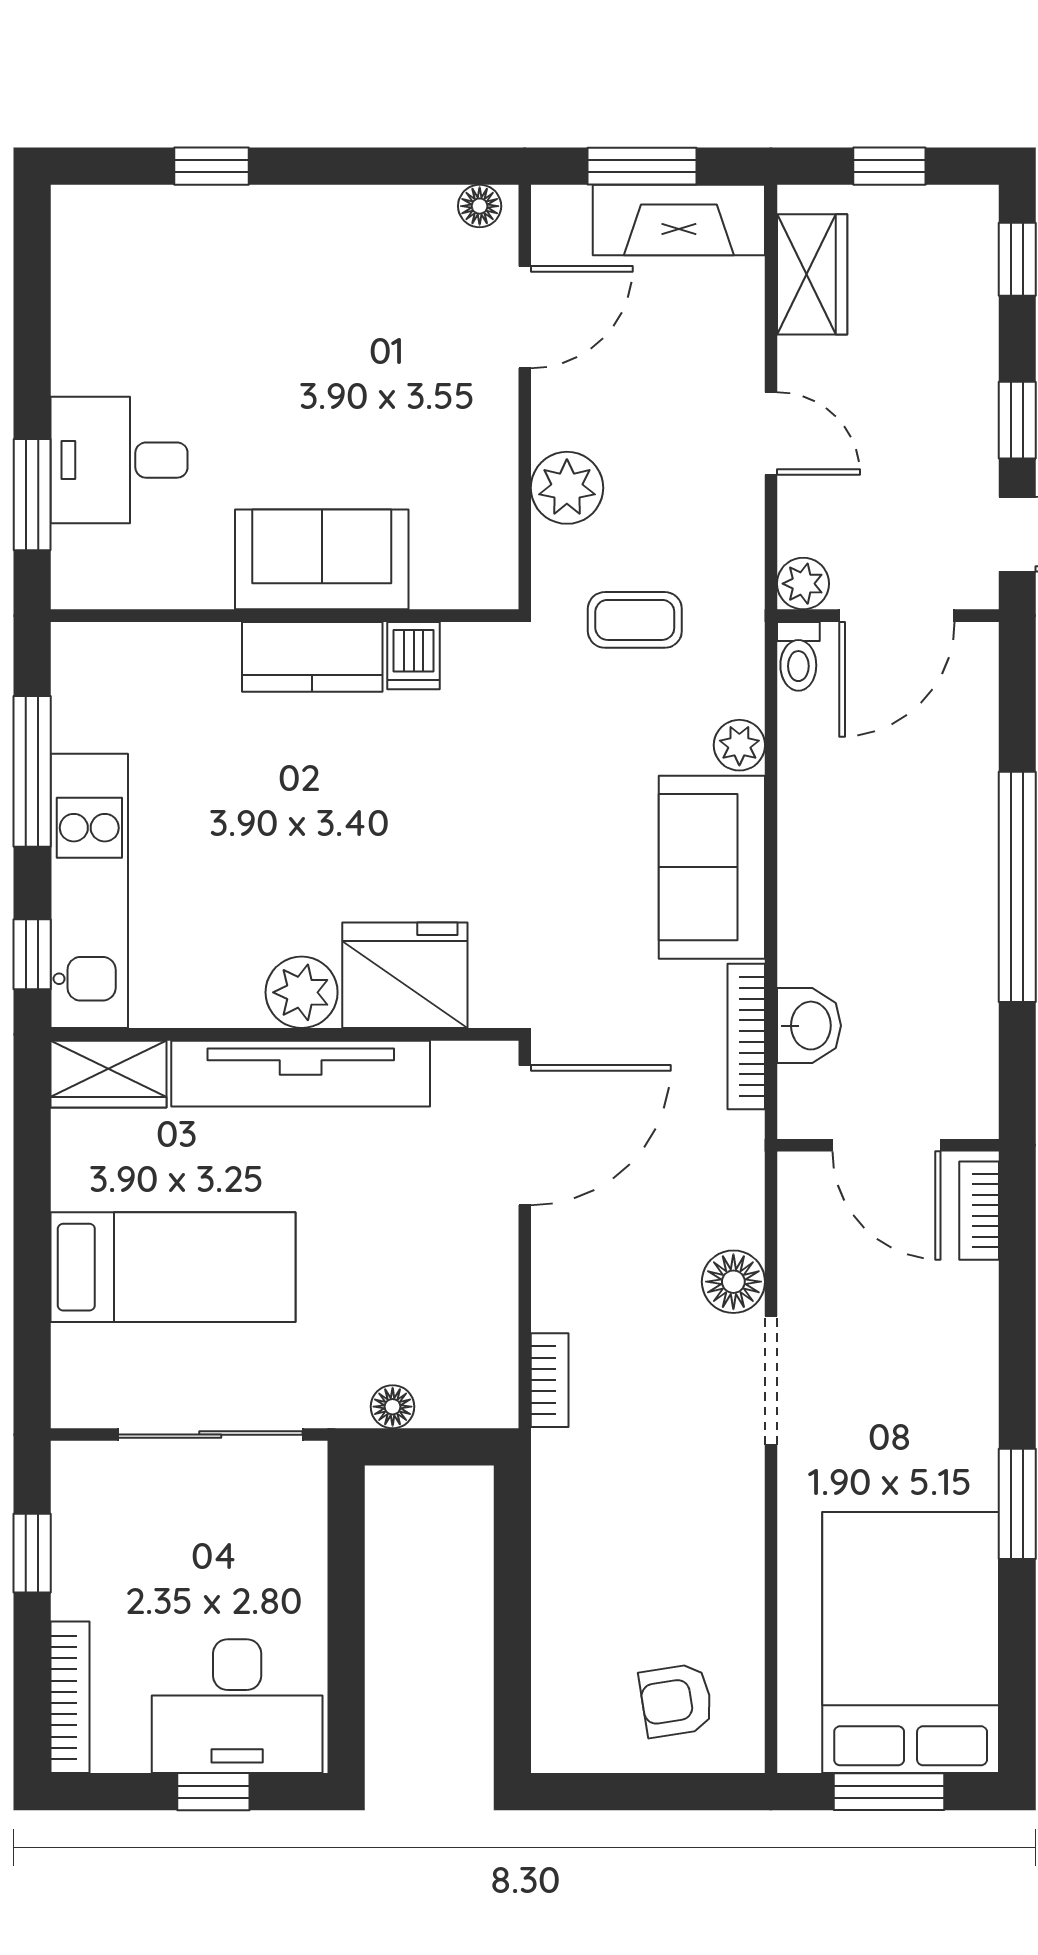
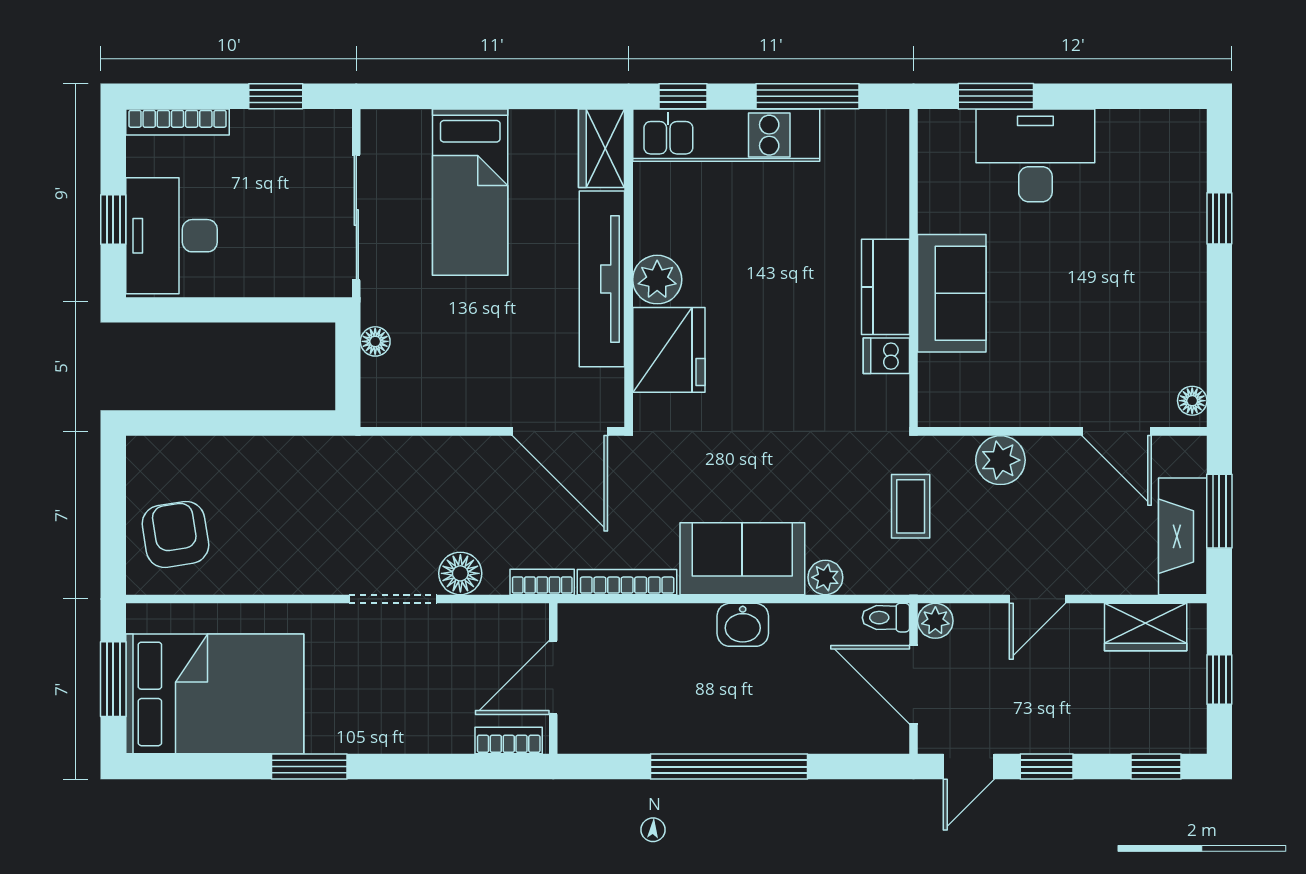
desk: (119, 460) -> (1035, 155), width x1.37
washbasin: (809, 1026) -> (743, 625), moved
bookcase: (550, 1380) -> (542, 582), moved, turned 180
armchair: (676, 1700) -> (175, 534), width x1.38, depth x1.38

